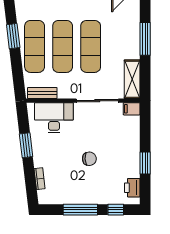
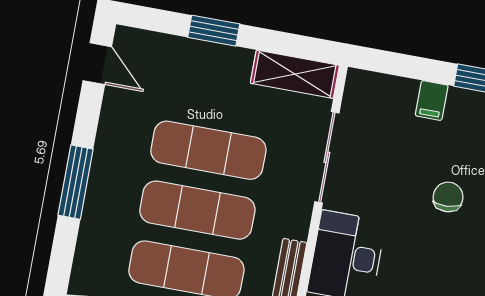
window: (145, 39) -> (214, 31), width x0.69
filing cabinet: (132, 109) -> (432, 100), moved

